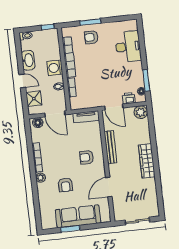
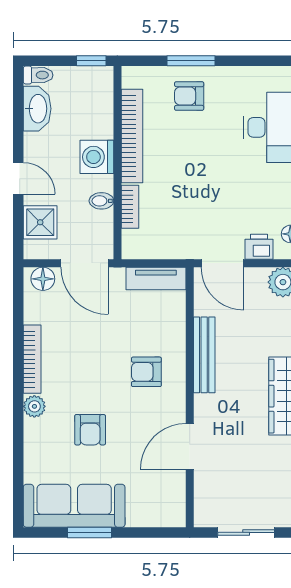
washbasin: (28, 60) -> (37, 109), moved
sofa: (78, 216) -> (74, 506), moved

